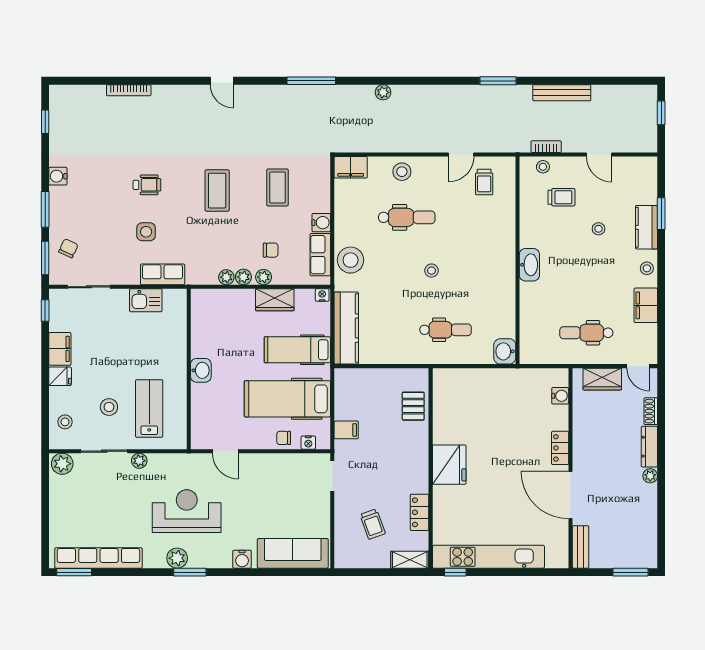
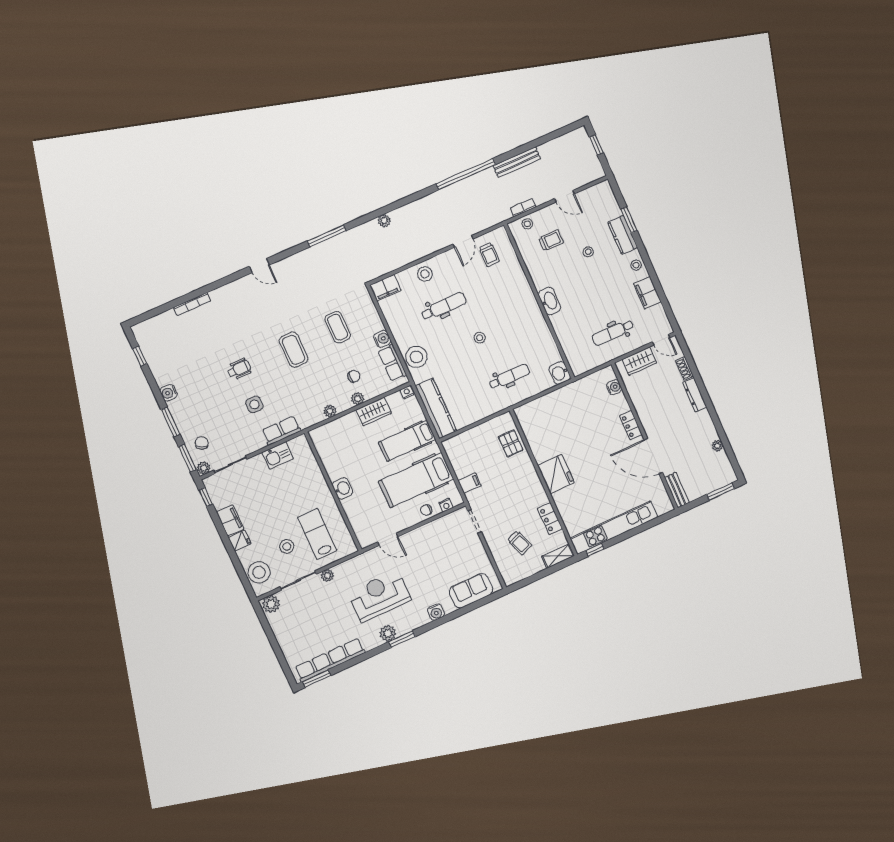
window: (498, 81) -> (466, 174), width x2.11
plant: (243, 277) -> (204, 468), moved
stool: (65, 422) -> (259, 572), width x1.89, depth x1.89
plant: (650, 476) -> (717, 446), moved
sofa: (293, 553) -> (471, 591), width x0.73

